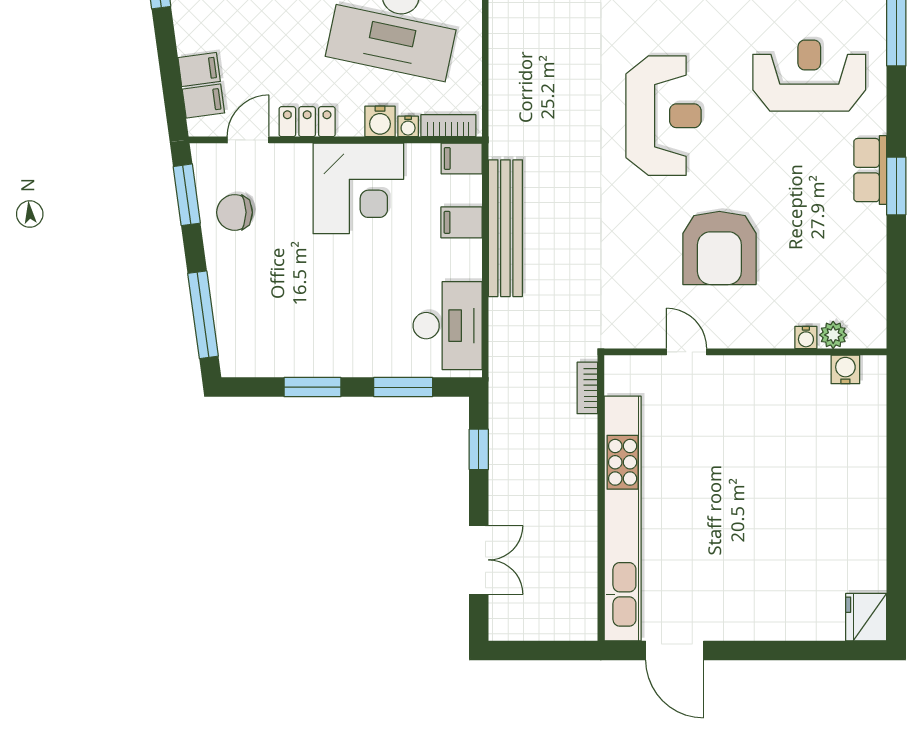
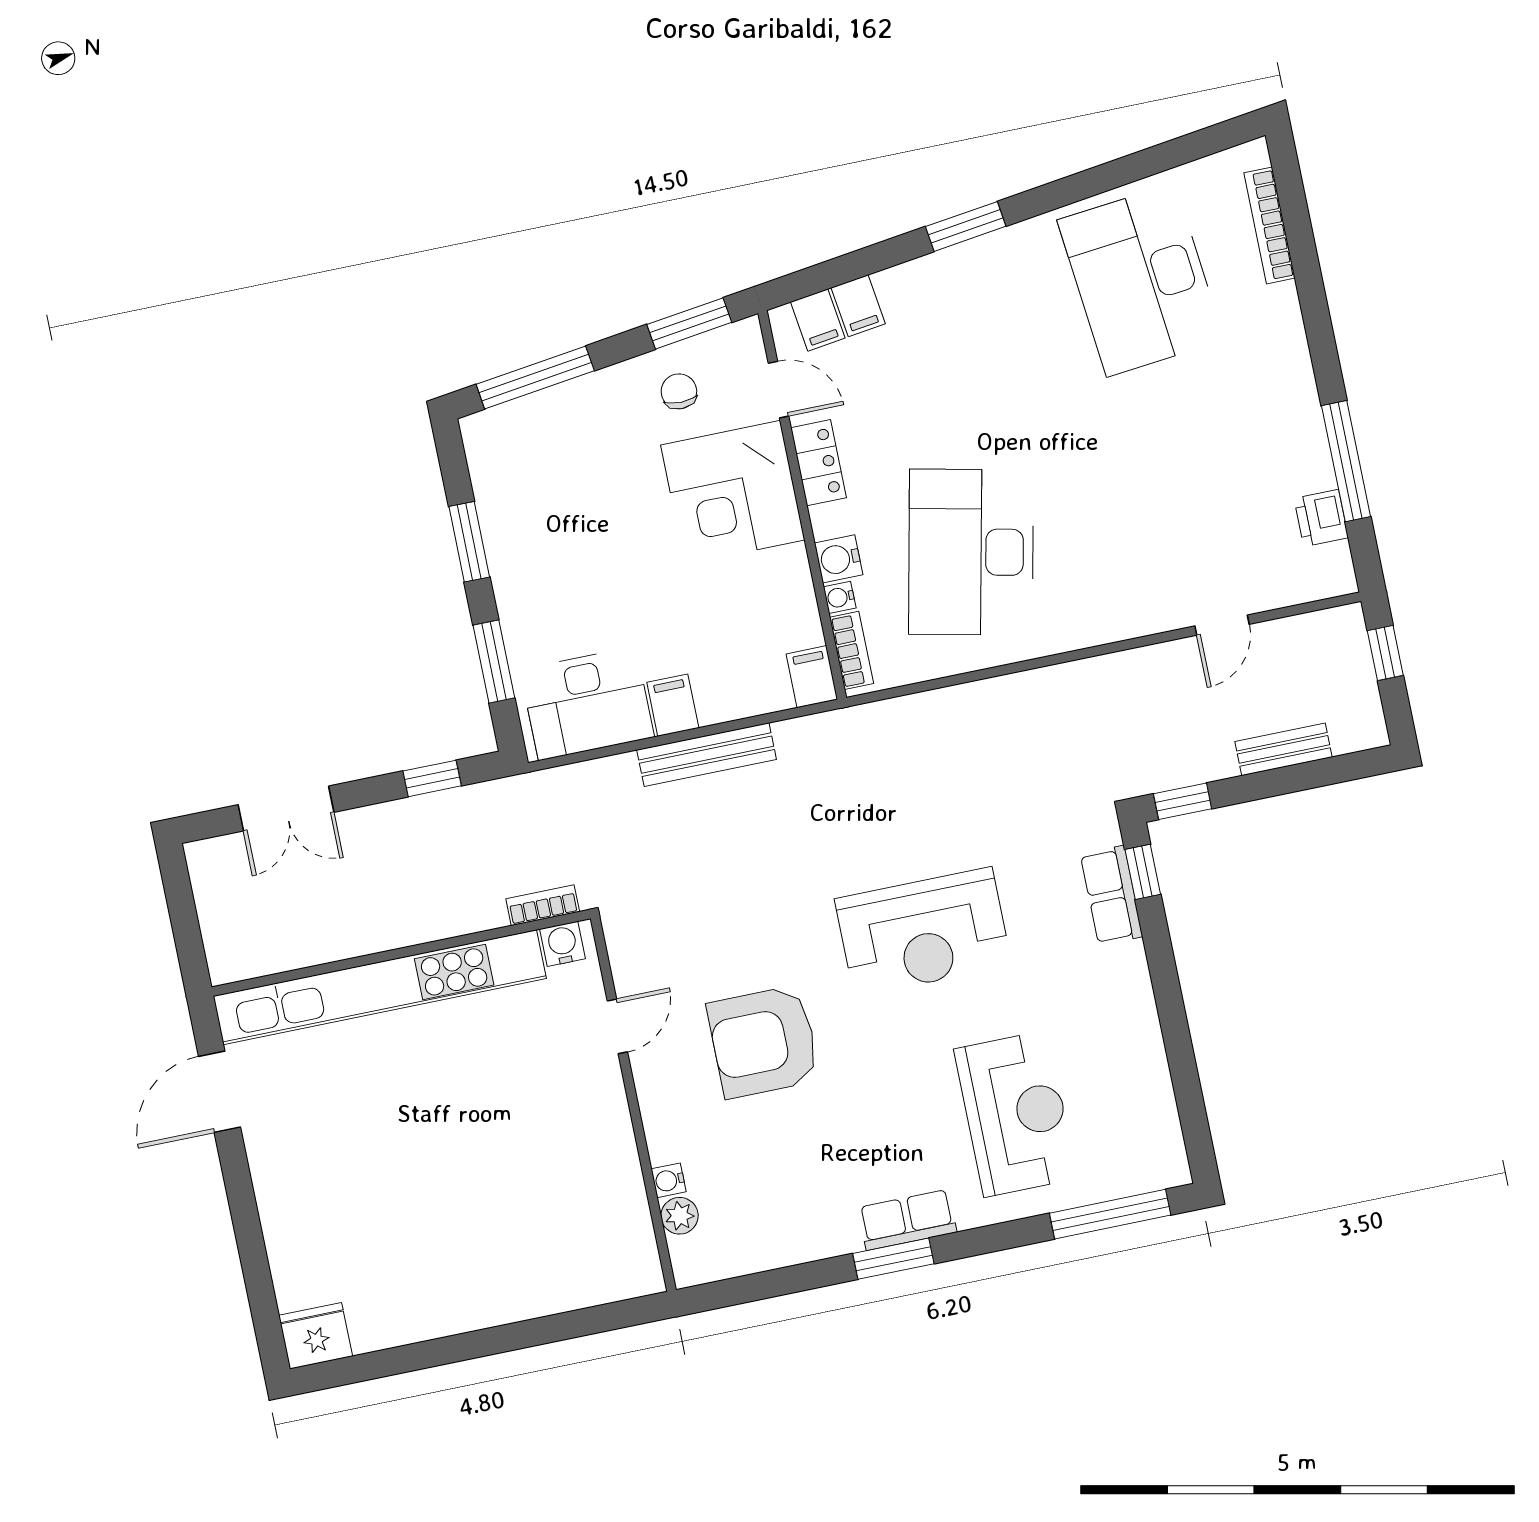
corner desk: (358, 188) -> (733, 492), moved
chair: (235, 212) -> (679, 391), width x0.73, depth x0.73
filing cabinet: (461, 222) -> (673, 705), moved
bench: (505, 228) -> (707, 755), width x0.73, depth x0.82
water cooler: (845, 369) -> (563, 944), moved, turned -90

